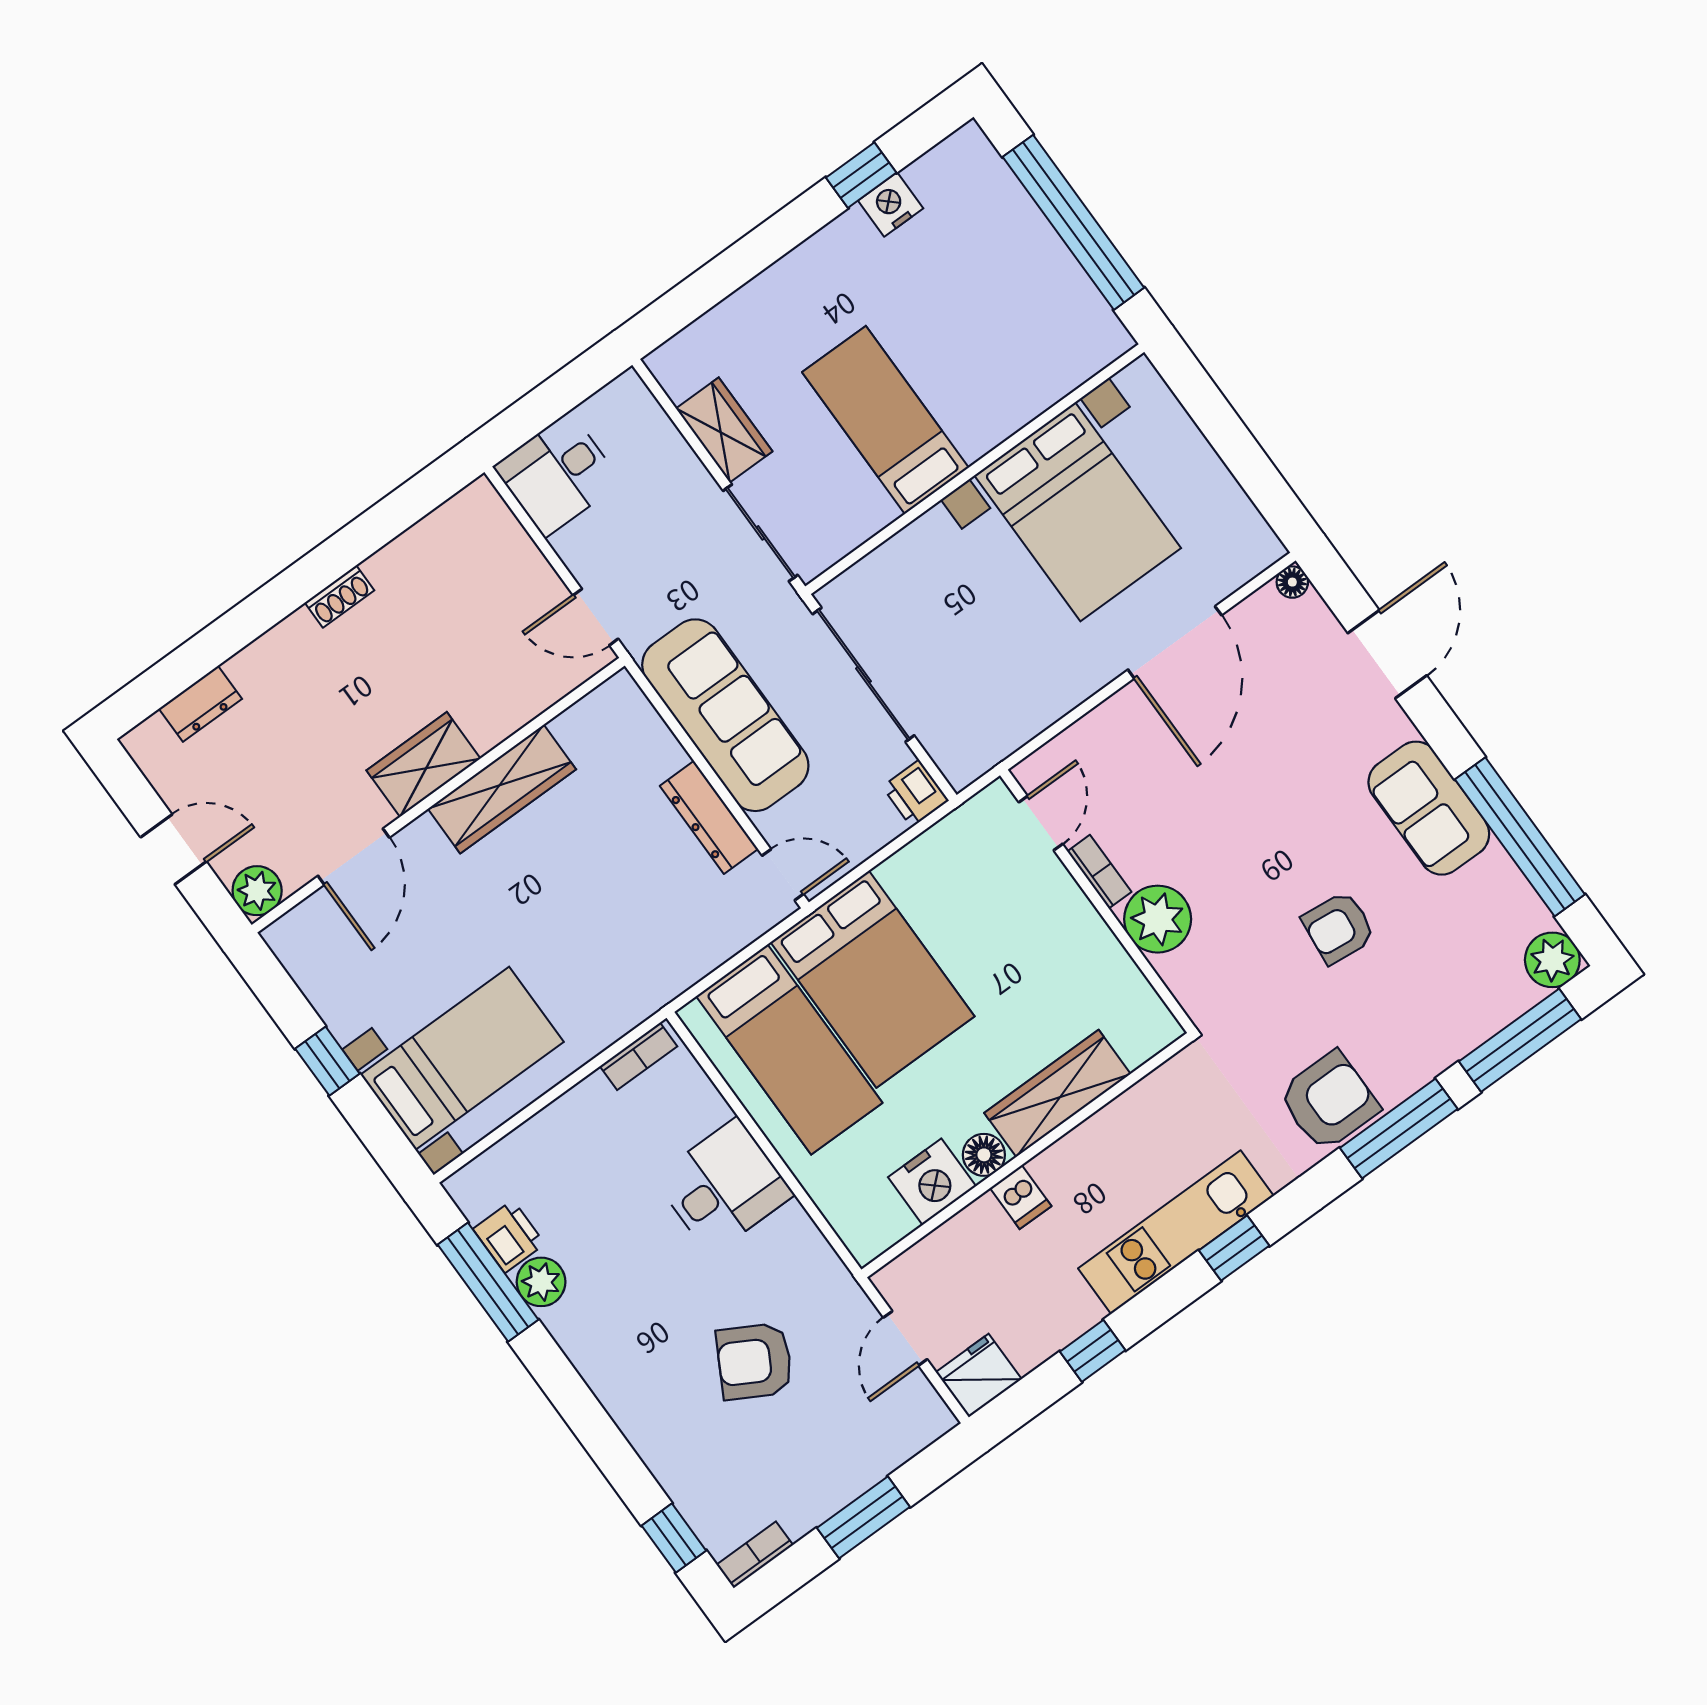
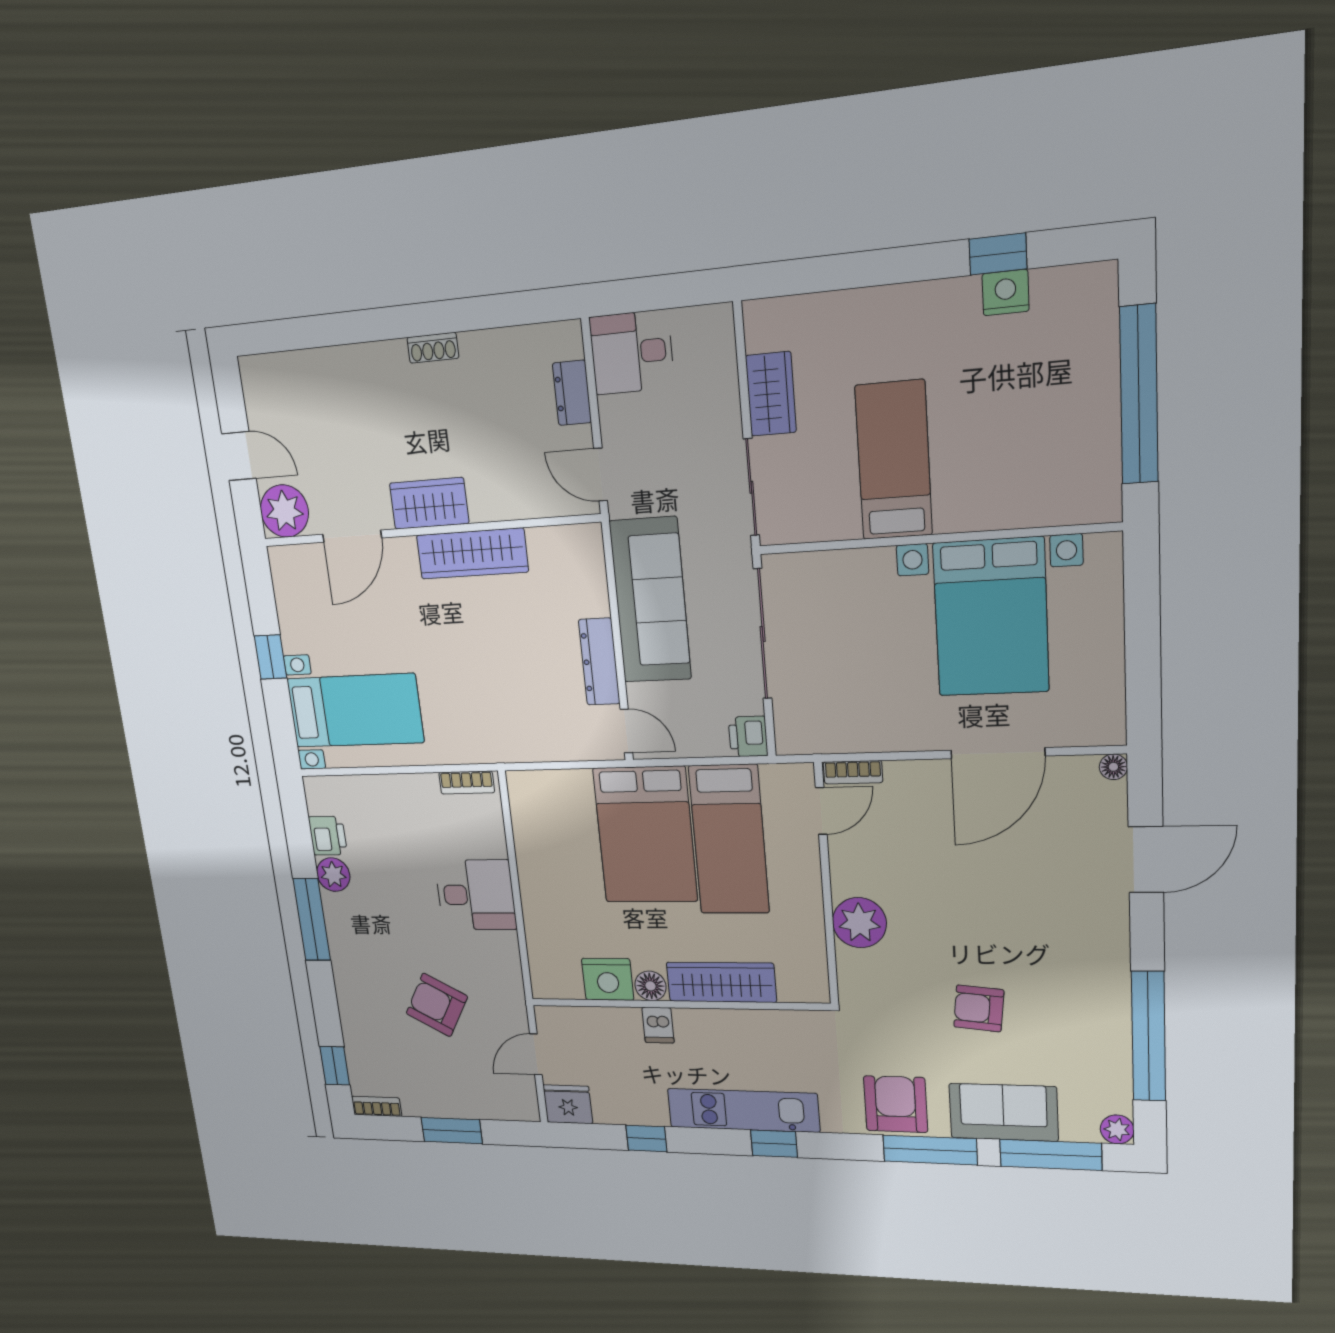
dresser: (200, 704) -> (572, 393), moved, turned 90
sofa: (1429, 808) -> (1003, 1112), moved, turned 90
bookcase: (1099, 872) -> (853, 772), moved, turned 90
plant: (257, 891) -> (284, 511), width x1.36, depth x1.36
plant: (1552, 960) -> (1117, 1129), width x0.73, depth x0.73
bed: (789, 1049) -> (729, 840), moved
armchair: (1329, 1101) -> (896, 1104), turned -90
window: (488, 1282) -> (312, 920), moved

